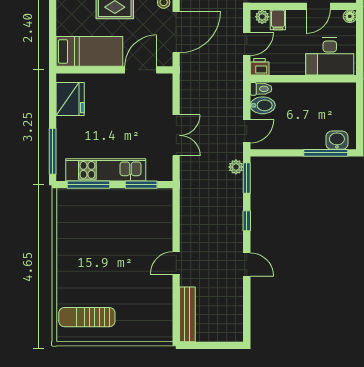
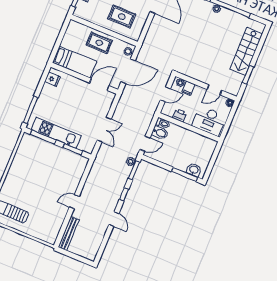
printer: (260, 67) -> (180, 115), moved
fridge: (70, 99) -> (52, 79), width x0.53, depth x0.75

